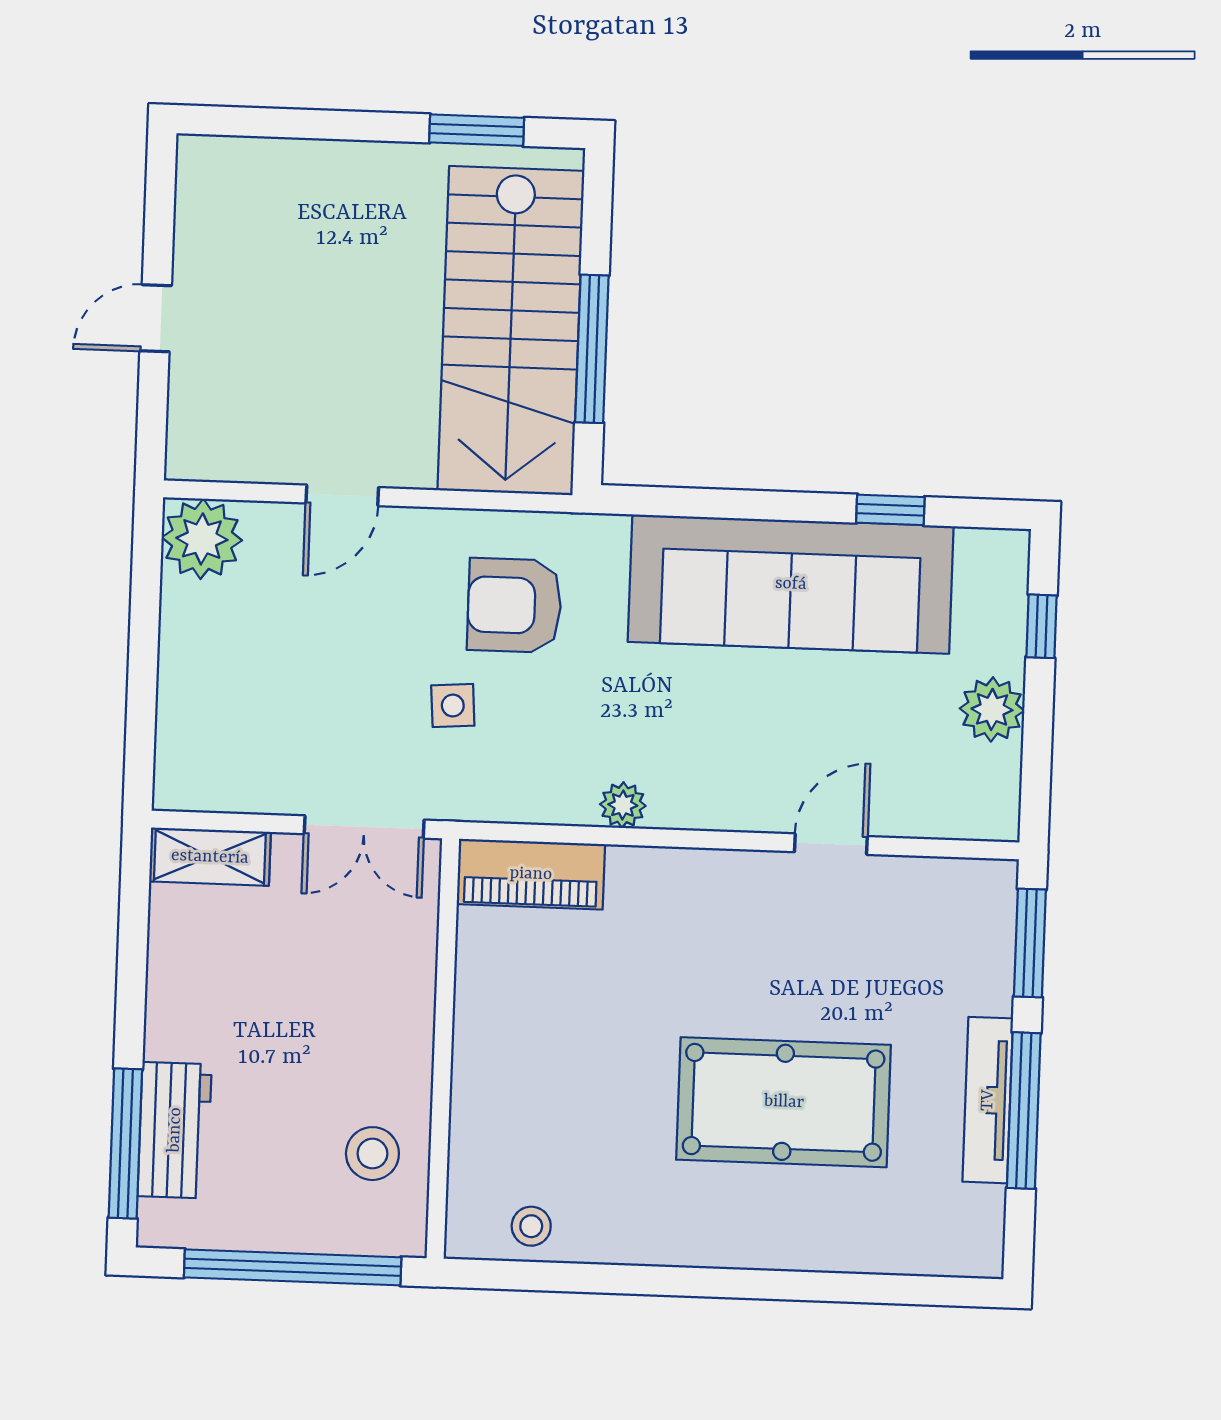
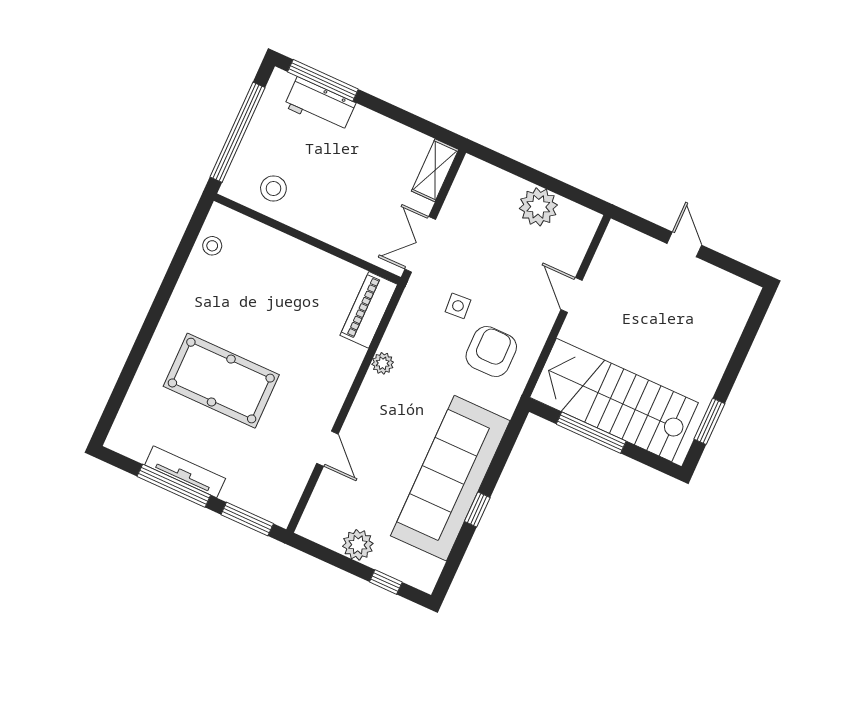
window: (890, 510) -> (477, 509), moved
plant: (202, 539) -> (538, 207), moved
pool table: (784, 1102) -> (221, 381), turned 90

